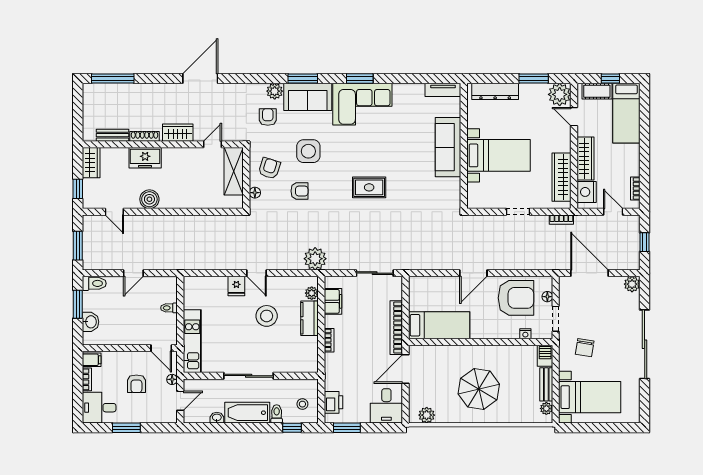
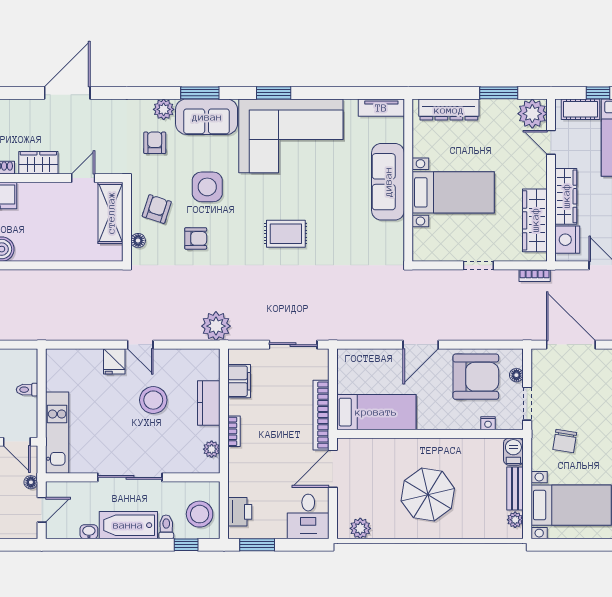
corner sofa: (362, 104) -> (291, 136), width x1.36, depth x1.36
plant: (312, 293) -> (212, 449), moved
stool: (302, 404) -> (200, 514), width x1.89, depth x1.89

